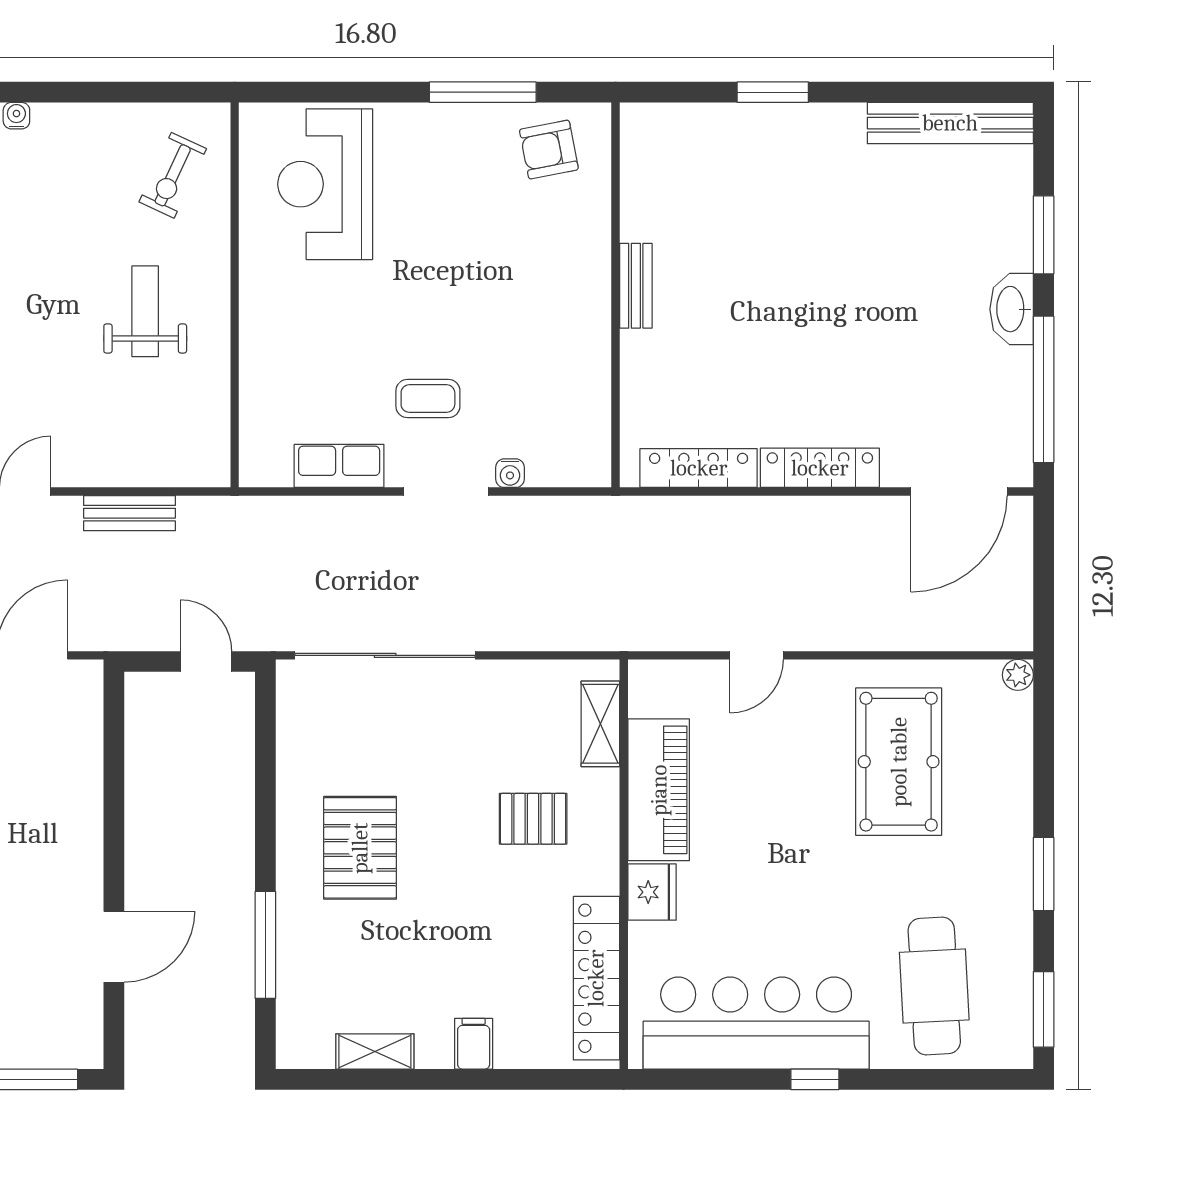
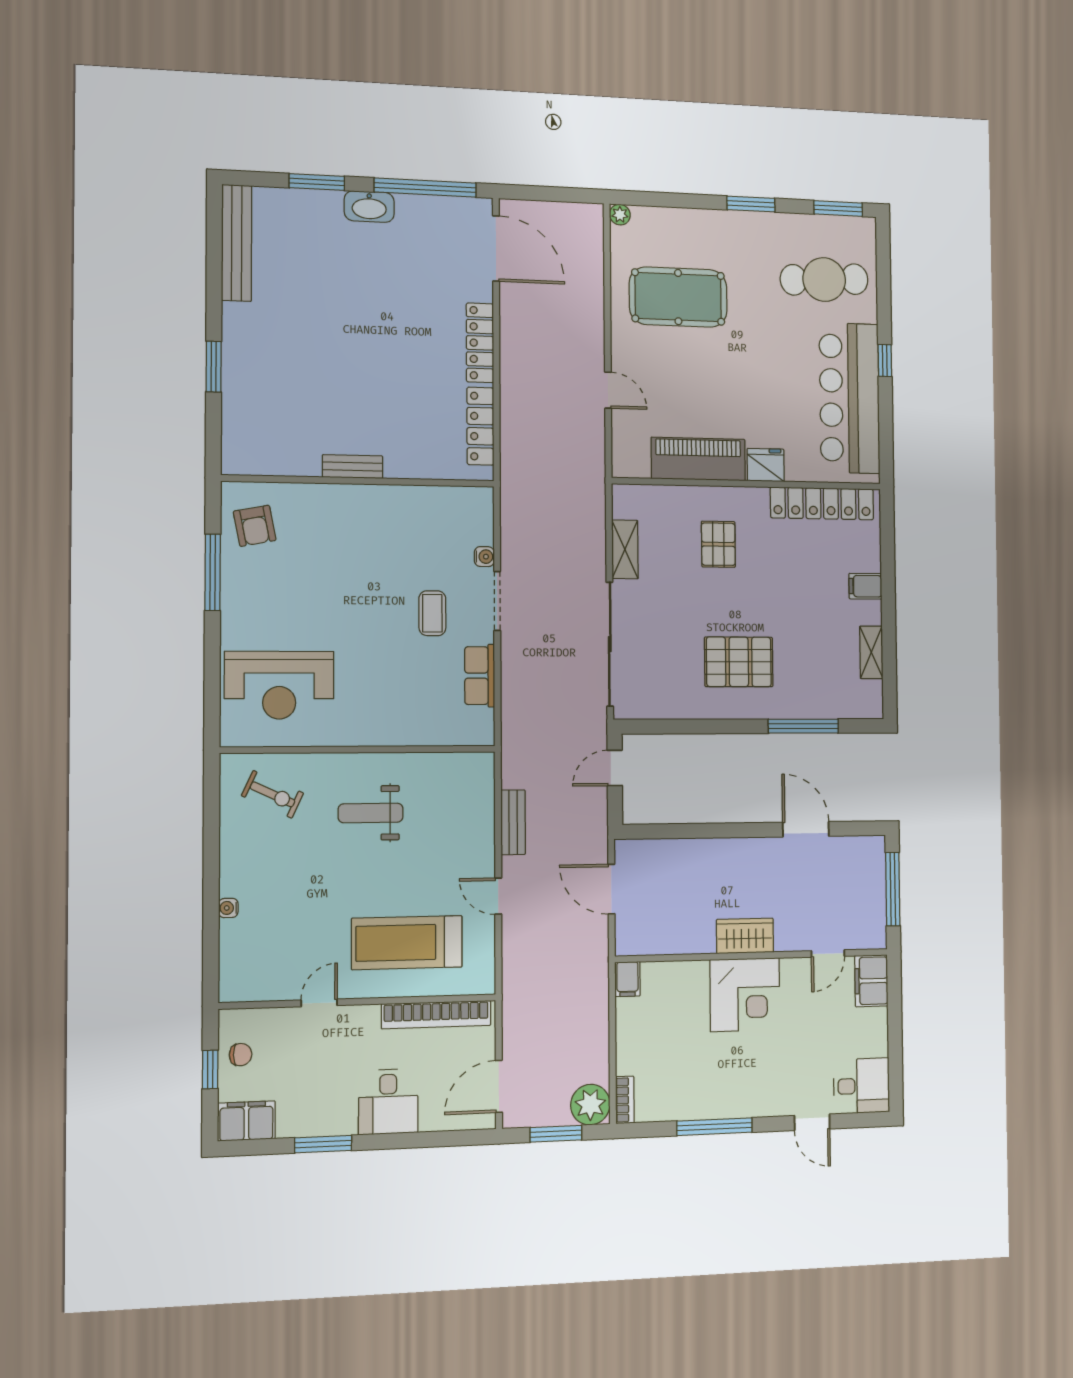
shelving: (600, 724) -> (625, 549), moved, turned 90

